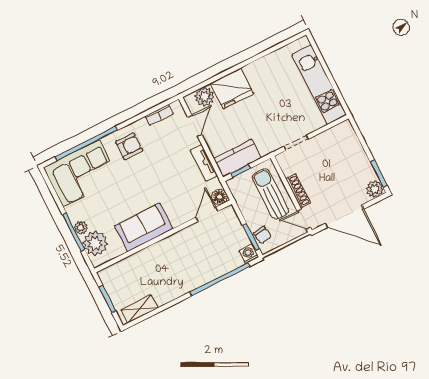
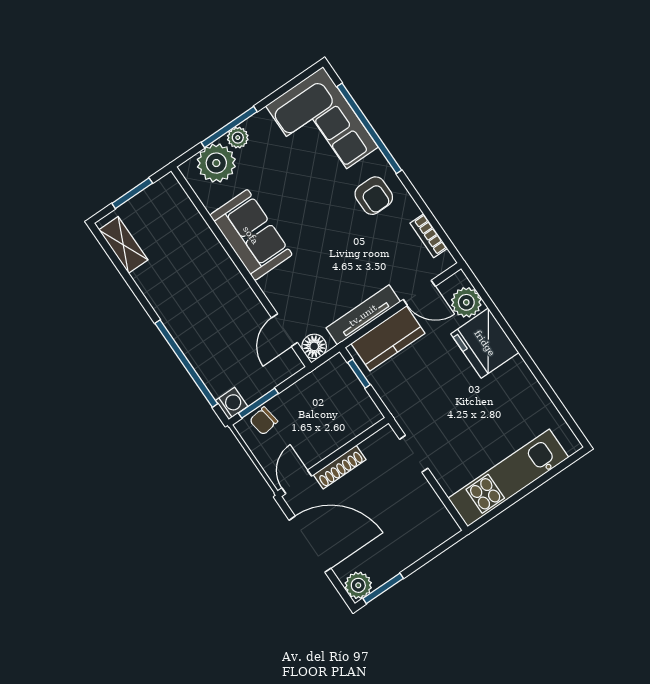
kitchen counter: (237, 158) -> (388, 338), moved, turned 90
tv unit: (204, 163) -> (363, 315), width x1.41
sun lounger: (270, 194) -> (329, 425), removed
door: (207, 214) -> (284, 330), swing flipped
door: (345, 216) -> (310, 544), swing flipped

